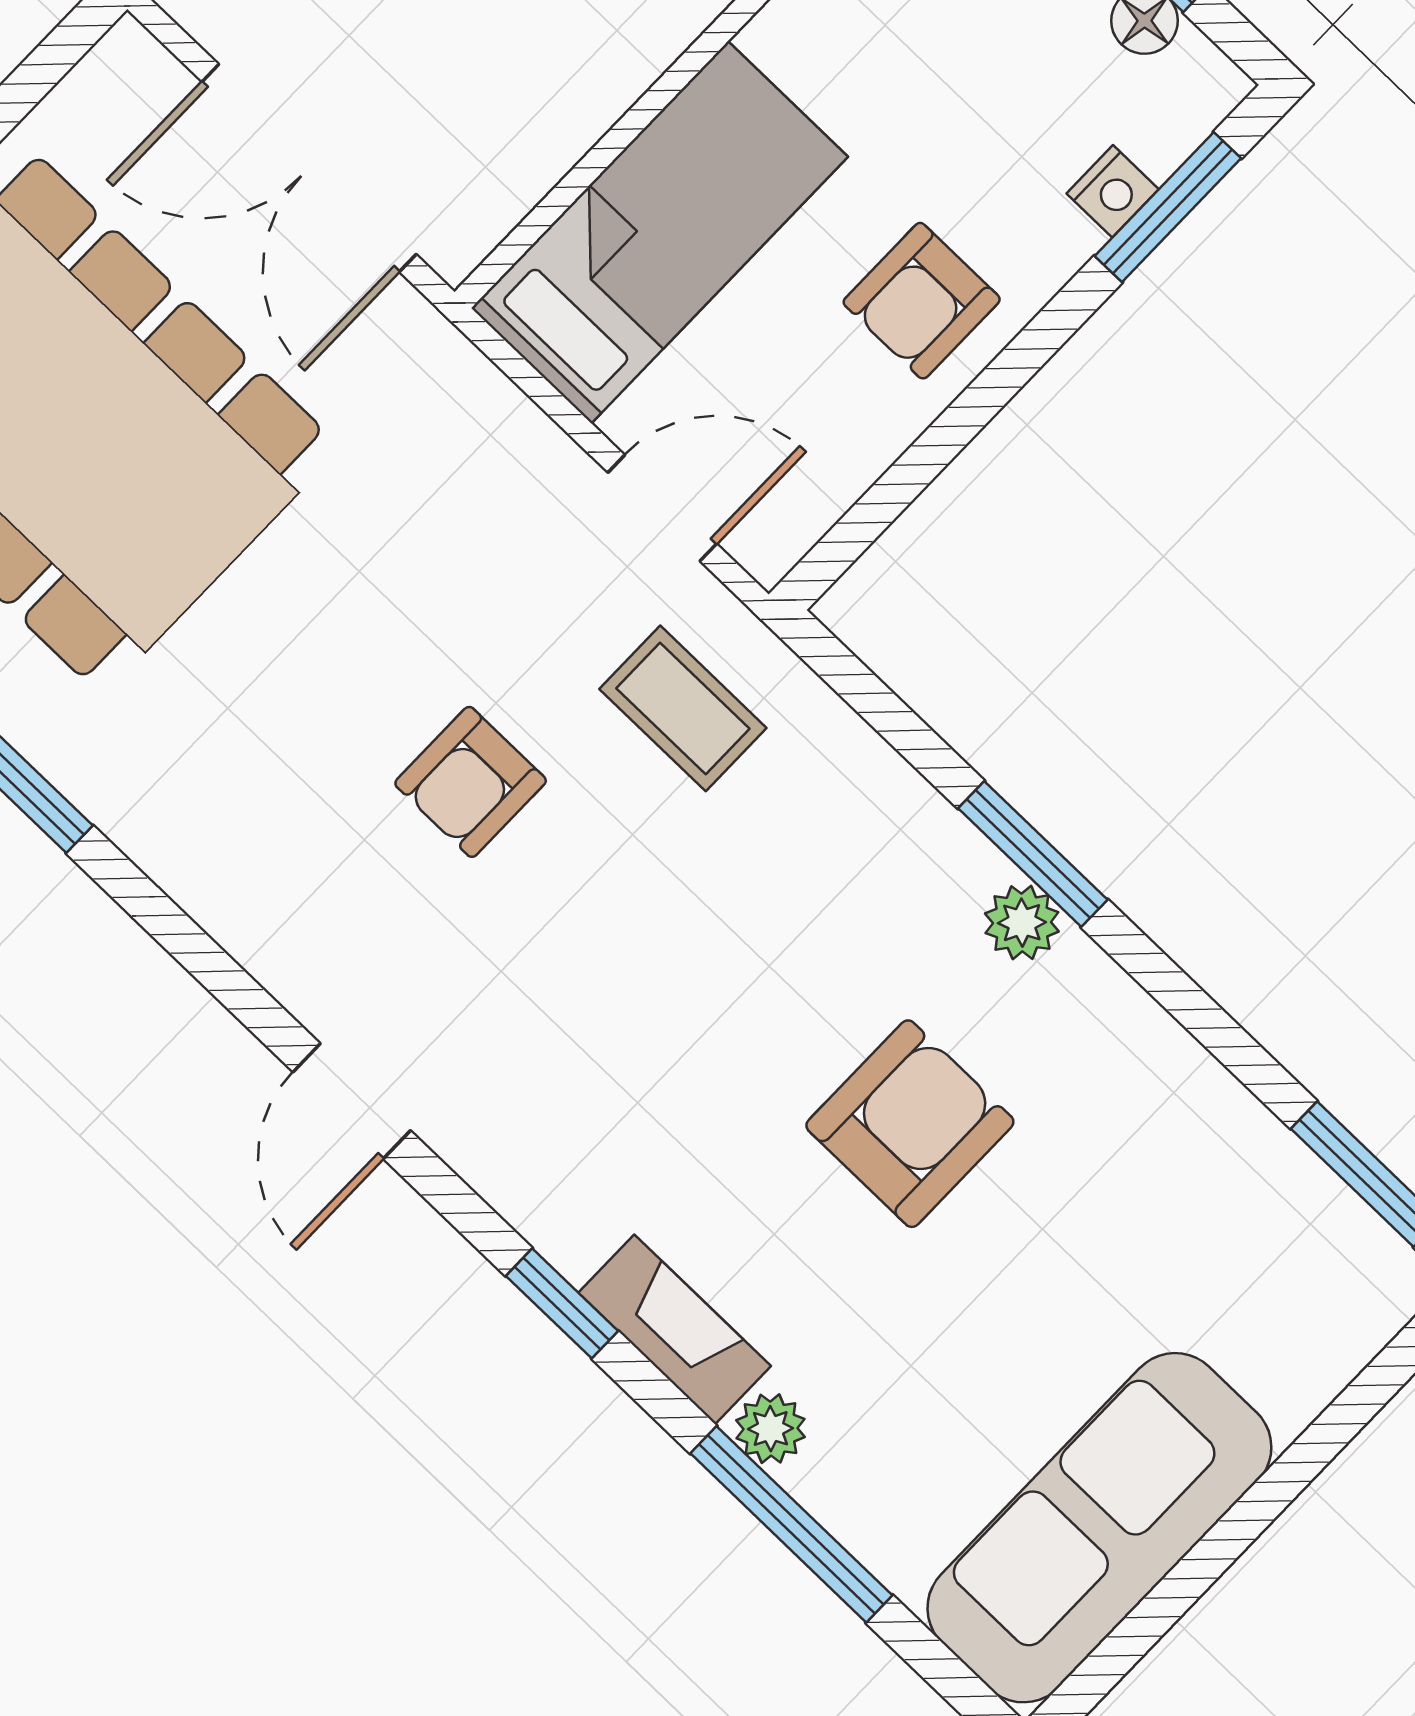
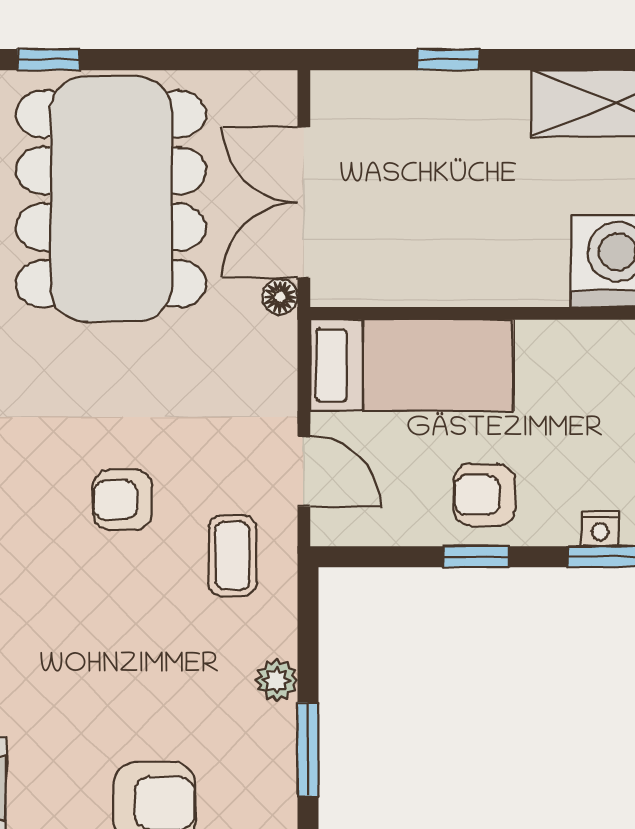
floor lamp: (403, 319) -> (280, 297), added
window: (993, 389) -> (476, 557), added
plant: (1022, 923) -> (277, 680), moved

